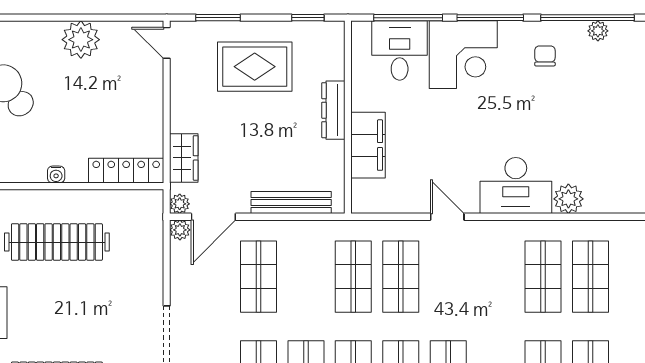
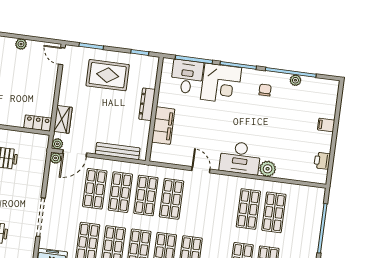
plant: (81, 40) -> (21, 44), width x0.53, depth x0.53
locker: (126, 171) -> (38, 123), width x0.66
shop shelf: (306, 277) -> (120, 192), added

